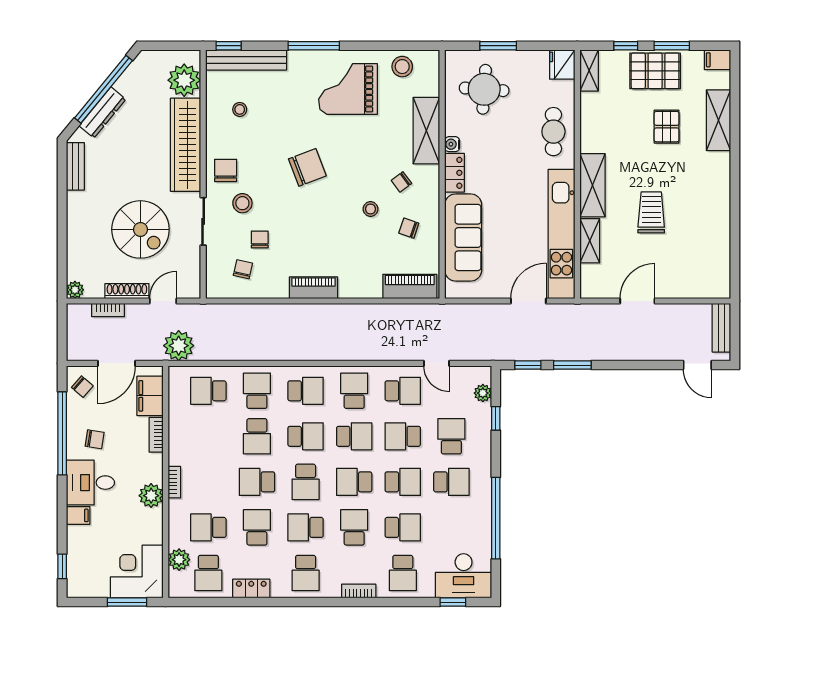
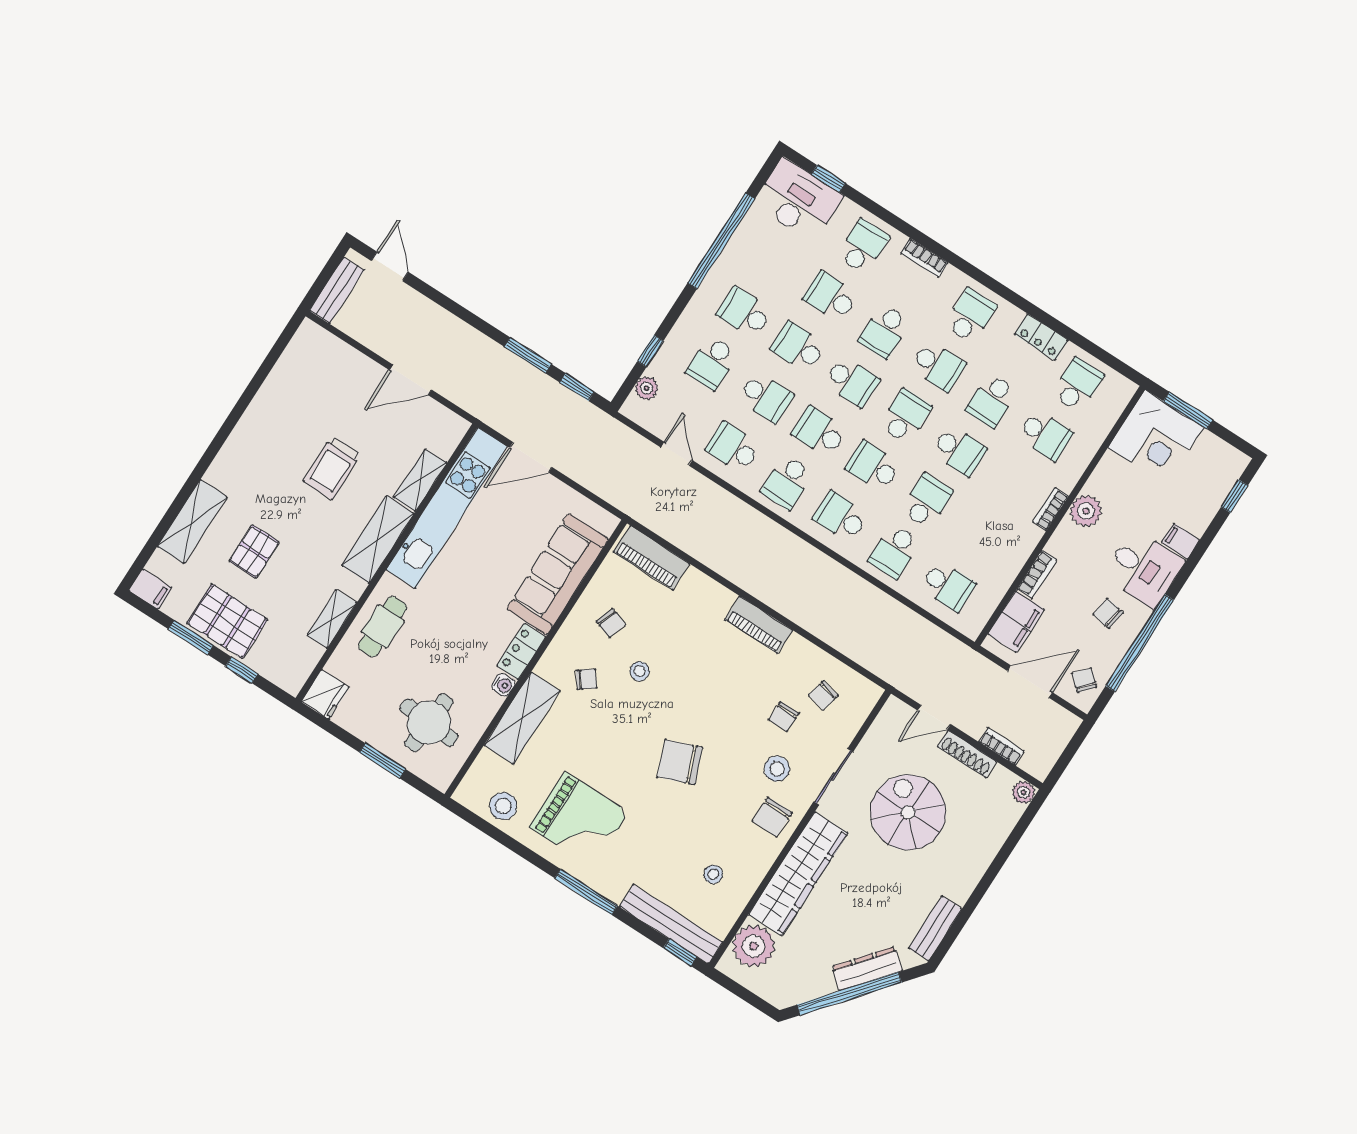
shelving: (589, 71) -> (332, 619), moved
plant: (179, 346) -> (949, 657), removed
plant: (179, 560) -> (1100, 420), removed

